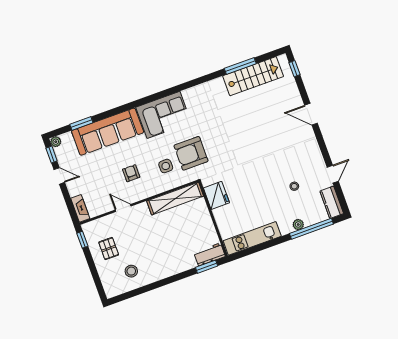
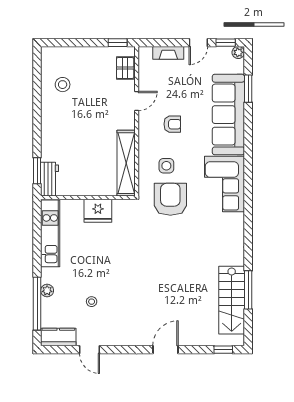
fridge: (216, 195) -> (98, 211), moved
fireplace: (80, 208) -> (168, 53), moved
pallet: (109, 249) -> (125, 68), moved, turned 90

